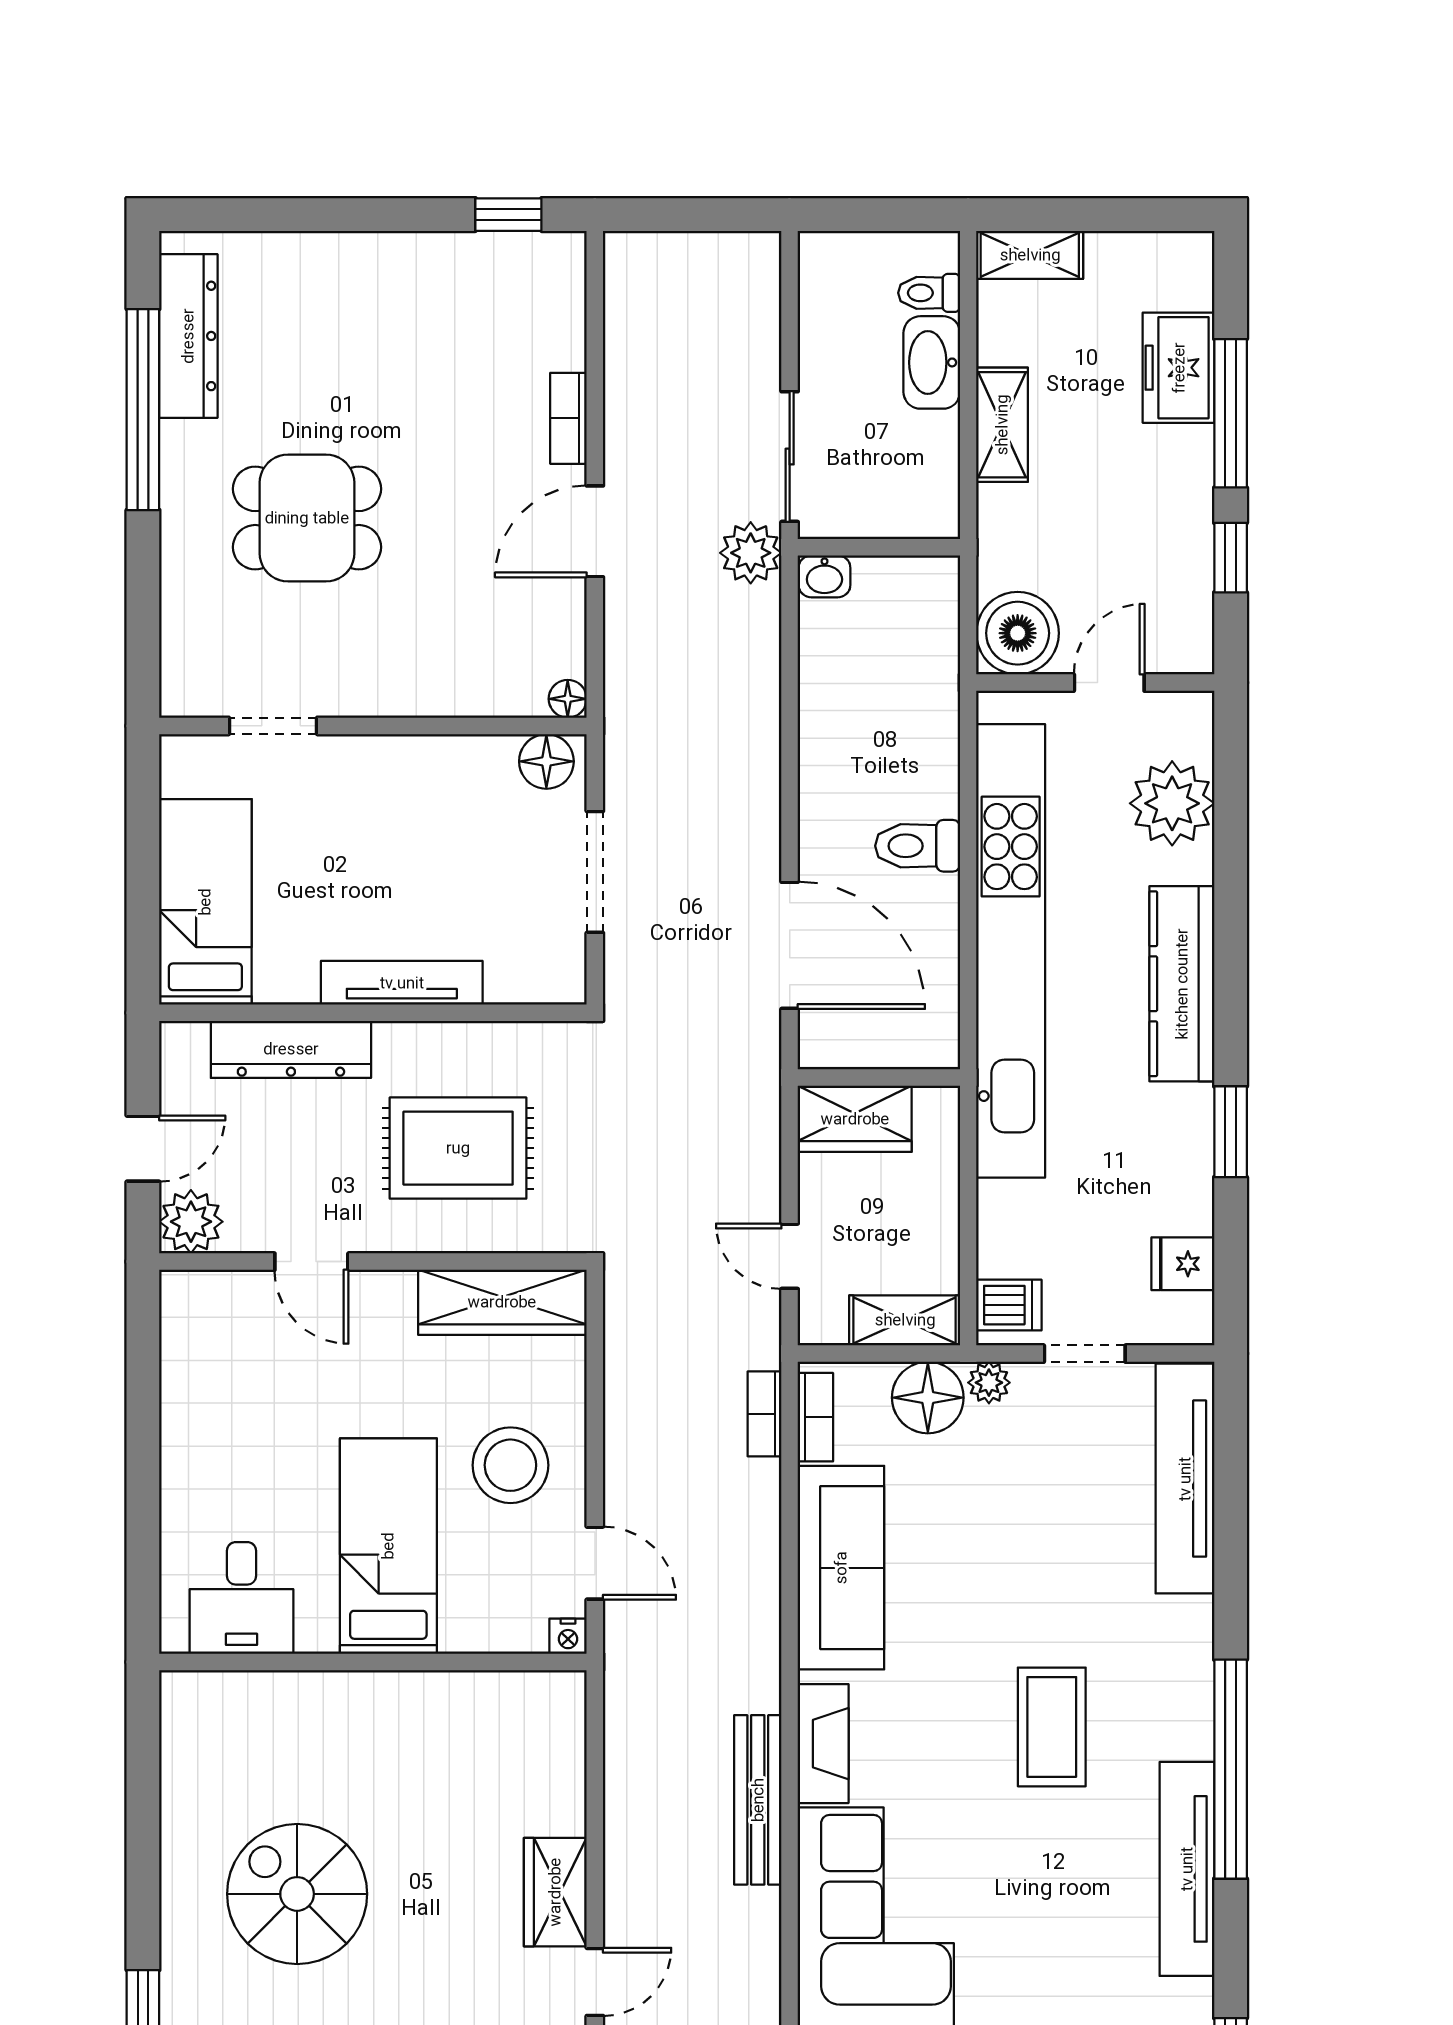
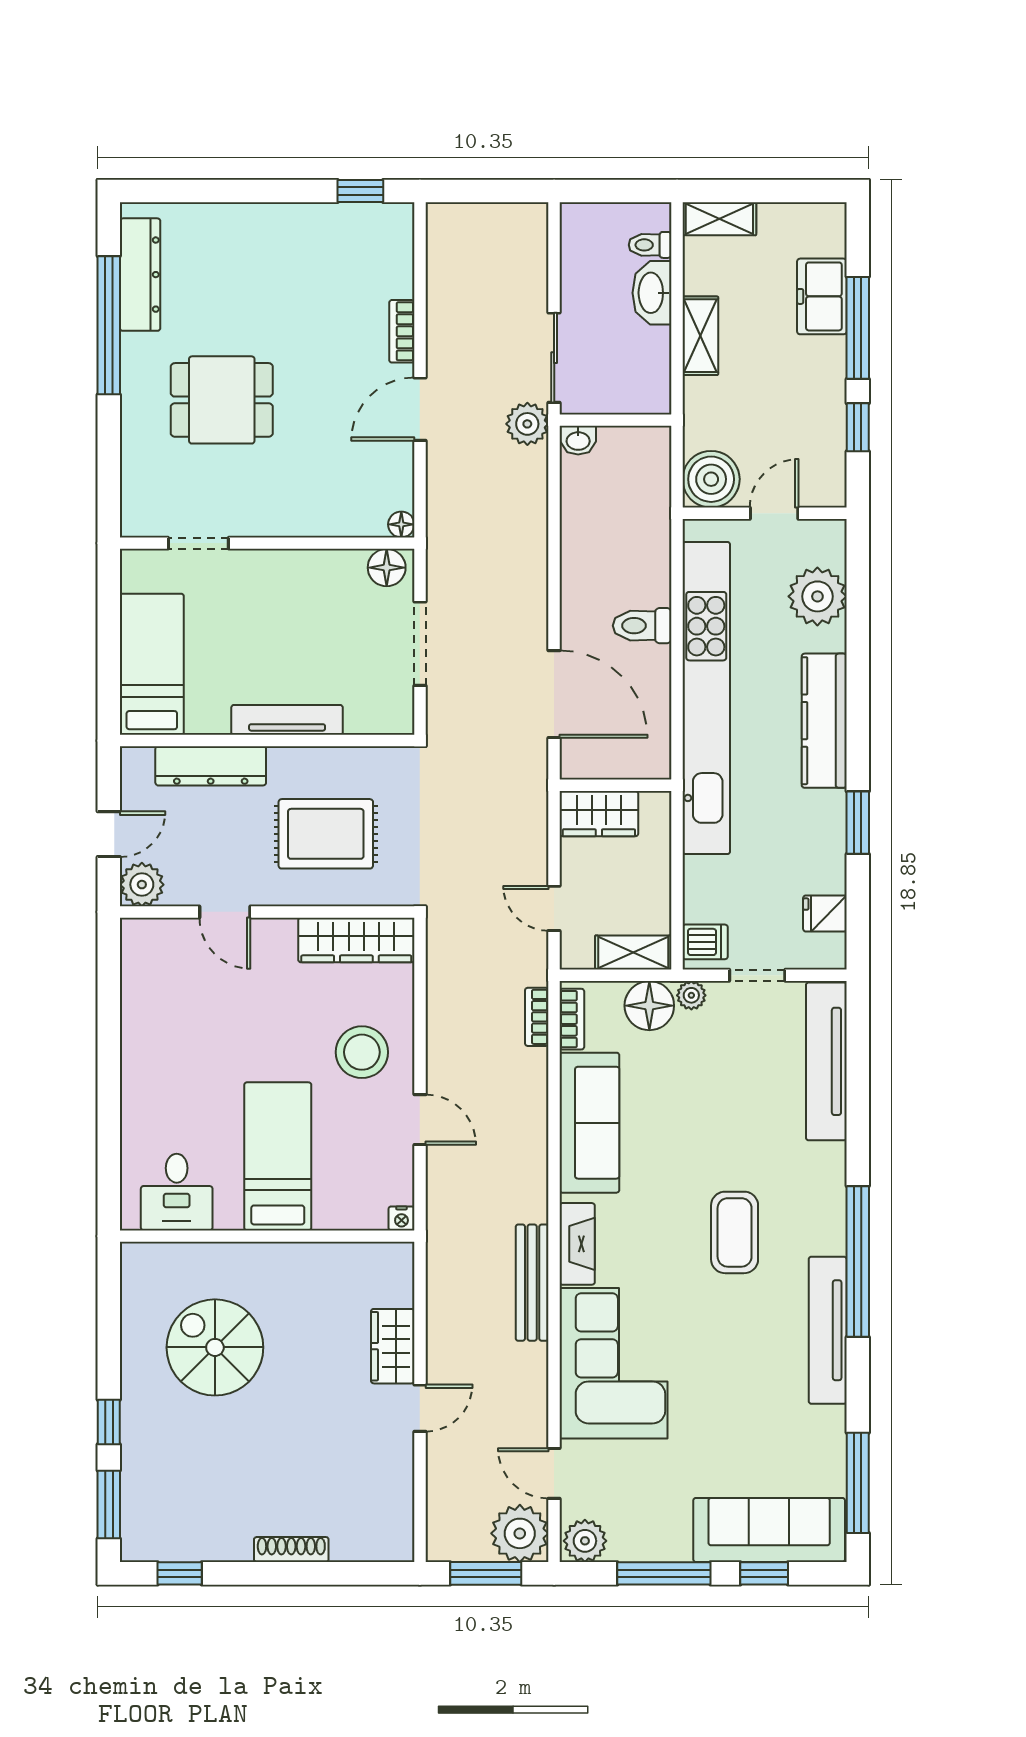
bed: (388, 1546) -> (278, 1156), moved
desk: (242, 1598) -> (177, 1192), moved
nightstand: (568, 1636) -> (401, 1218), moved
wall: (373, 1662) -> (267, 1236), moved

